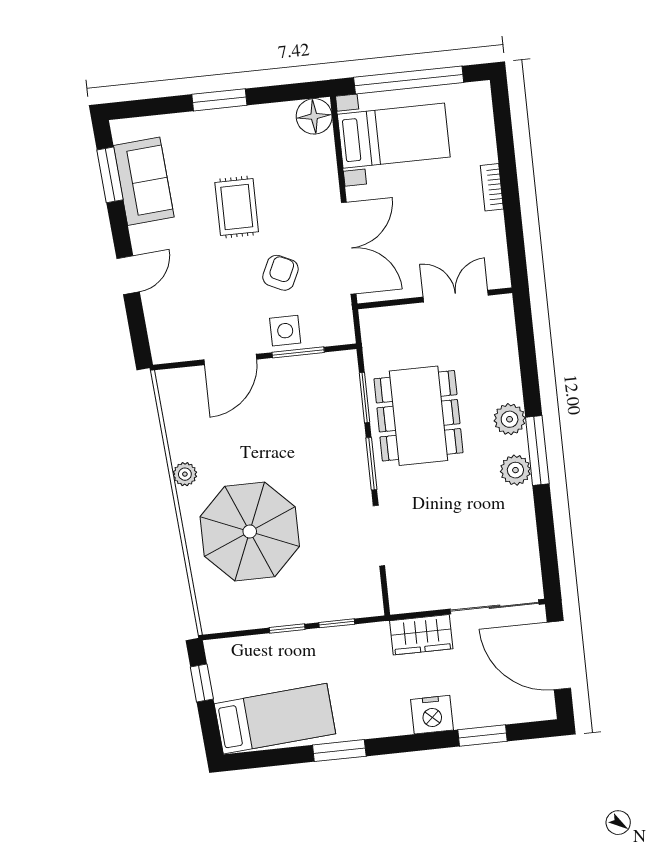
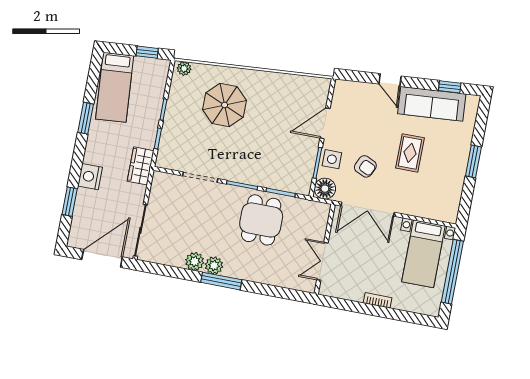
floor lamp: (314, 116) -> (325, 189), moved
window: (110, 175) -> (450, 87), width x0.67
sofa: (144, 181) -> (432, 104), width x1.36
rug: (237, 207) -> (410, 153), turned 90
double door: (456, 296) -> (322, 261), swing flipped
door: (230, 360) -> (325, 123), hinge flipped
dining table: (418, 416) -> (261, 220), width x0.73
plant: (510, 419) -> (195, 261), moved
plant: (185, 474) -> (184, 68), moved
parasol: (250, 531) -> (225, 105), width x0.73, depth x0.73
wardrobe: (421, 635) -> (141, 166), moved

